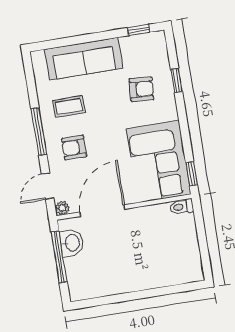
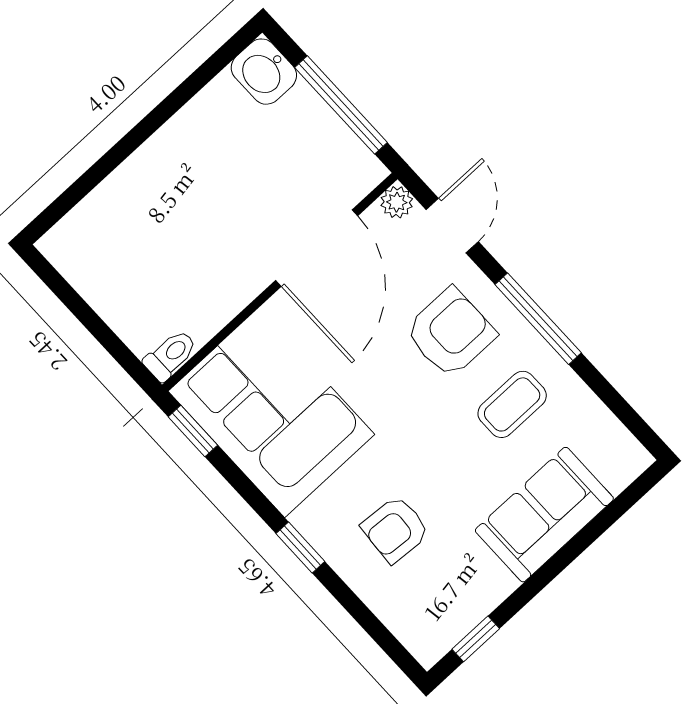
sofa: (84, 59) -> (544, 515), width x0.73
window: (176, 80) -> (300, 548), moved
armchair: (74, 148) -> (450, 333), width x1.38, depth x1.38
washbasin: (72, 243) -> (264, 72), moved

